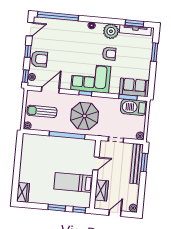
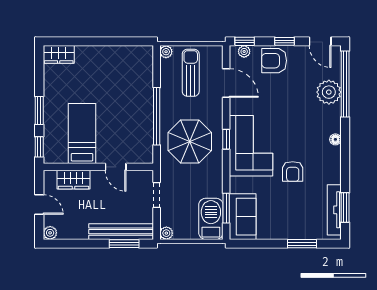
plant: (111, 31) -> (329, 92), moved
armchair: (39, 59) -> (274, 61), turned 90

